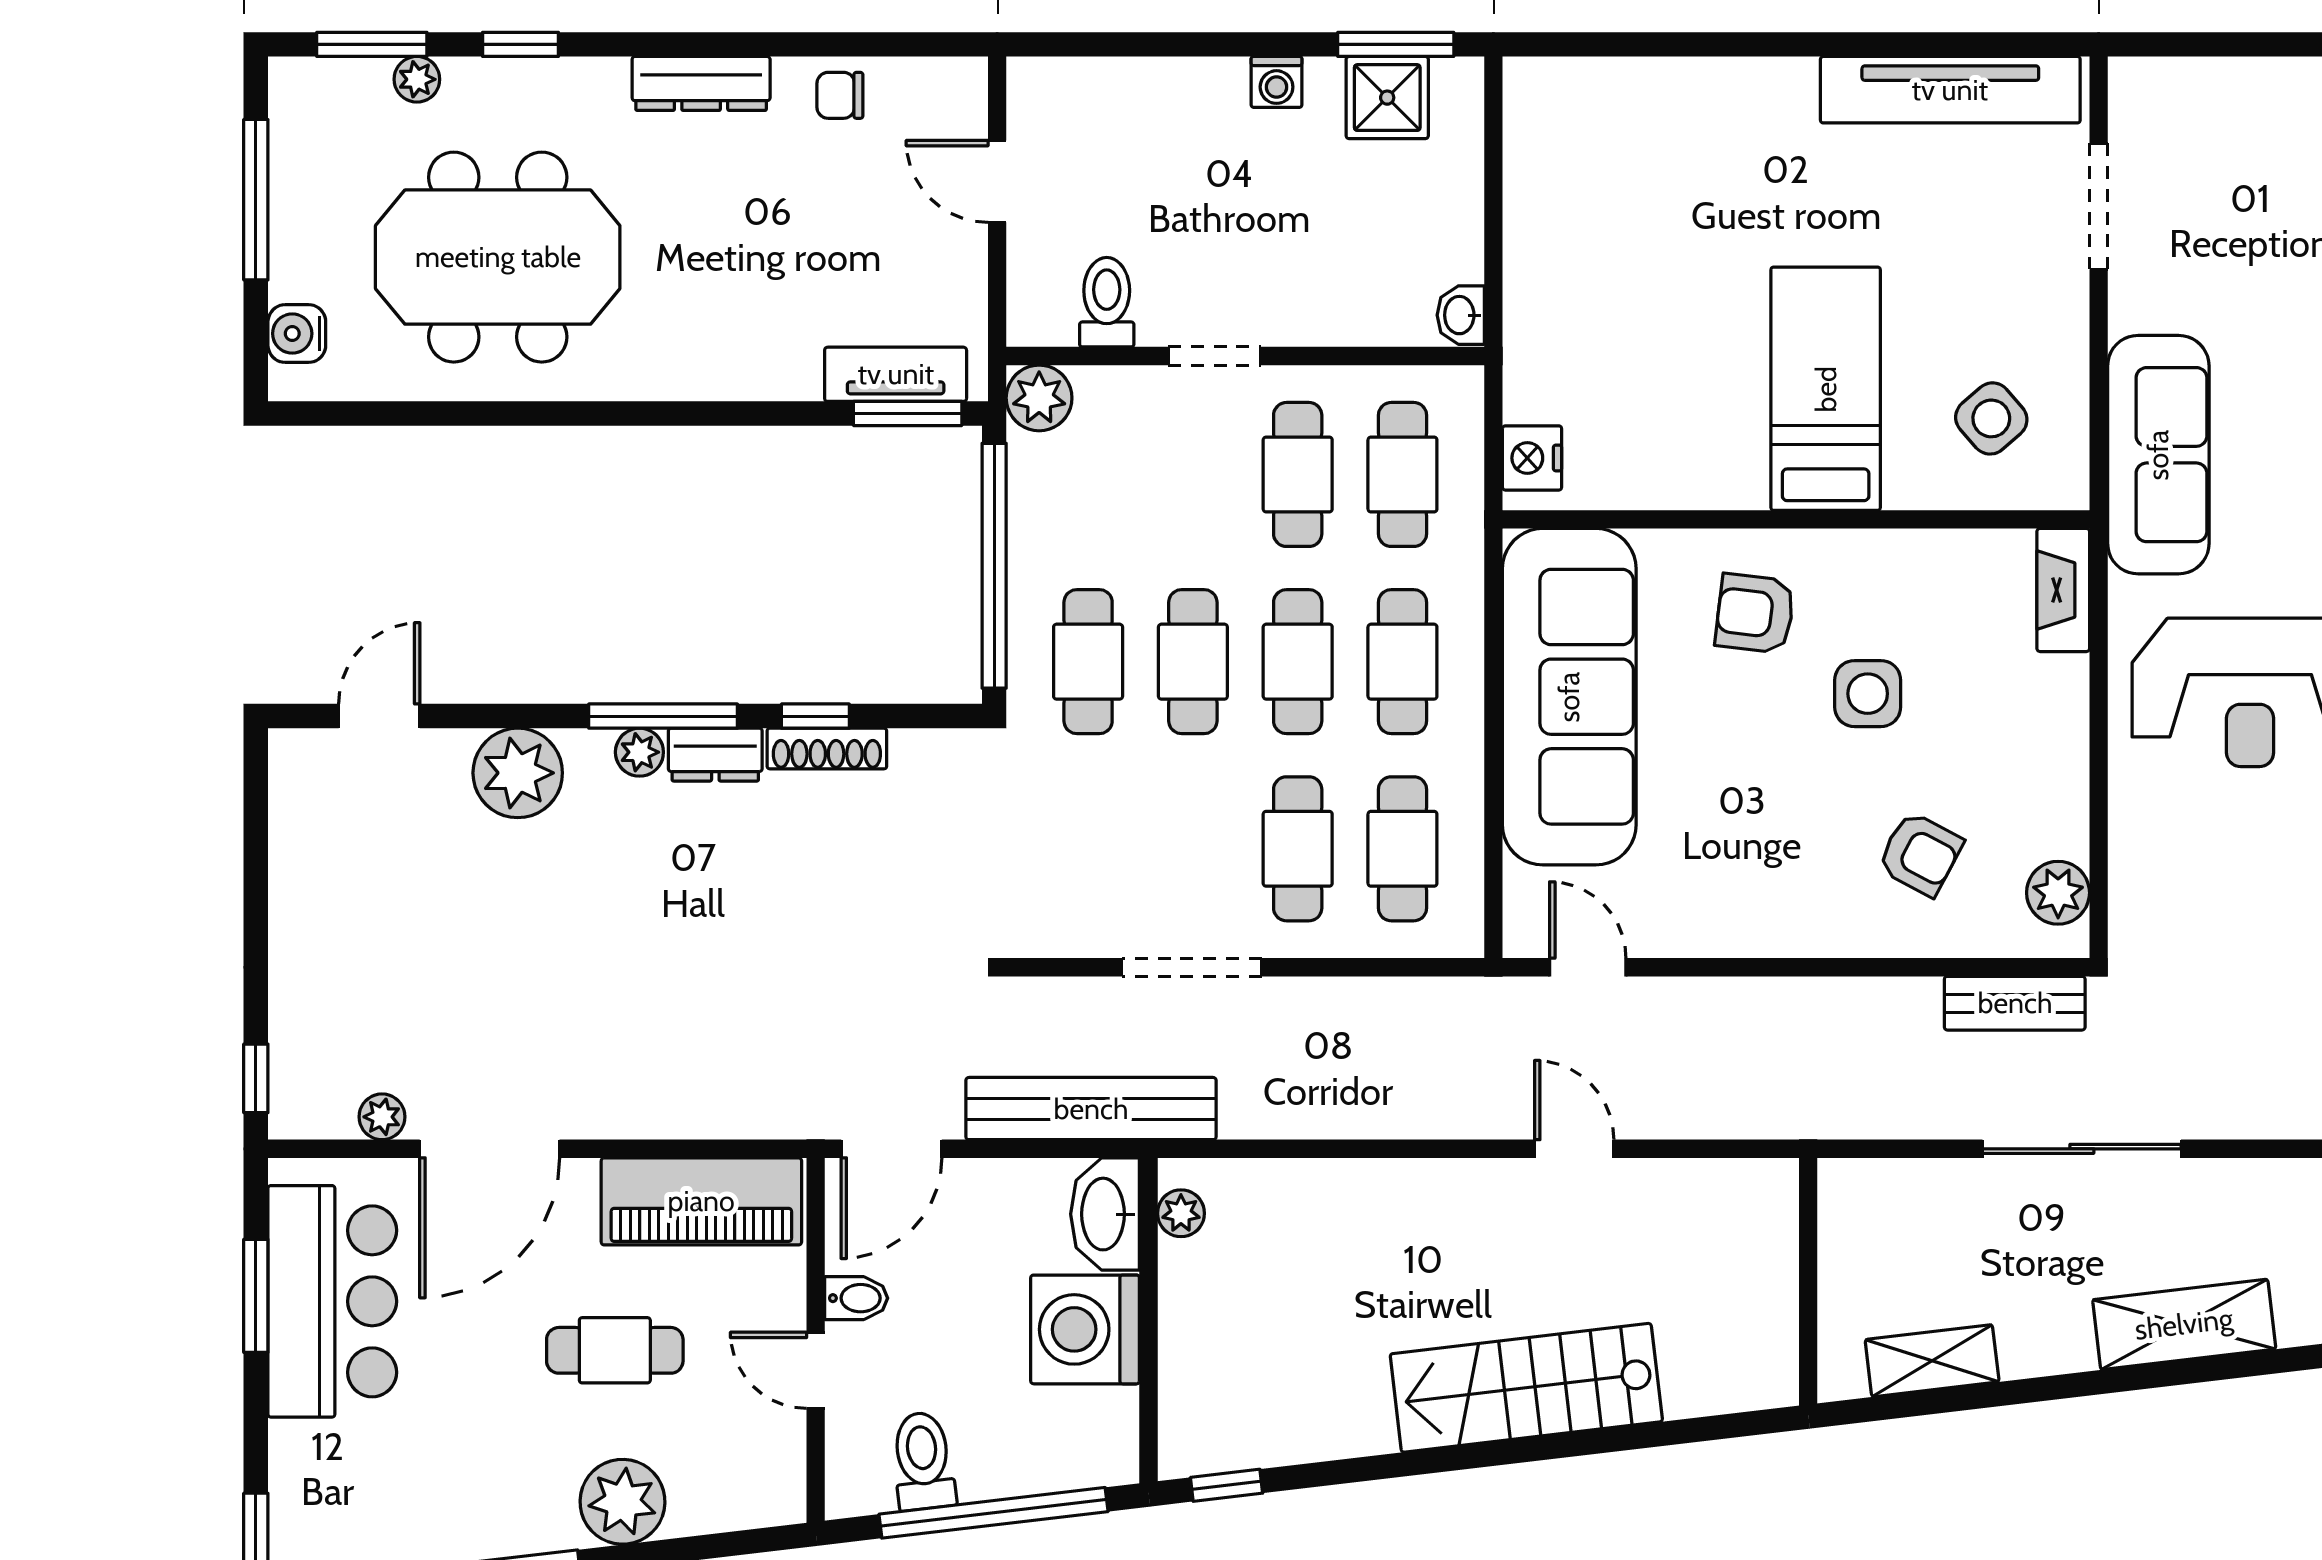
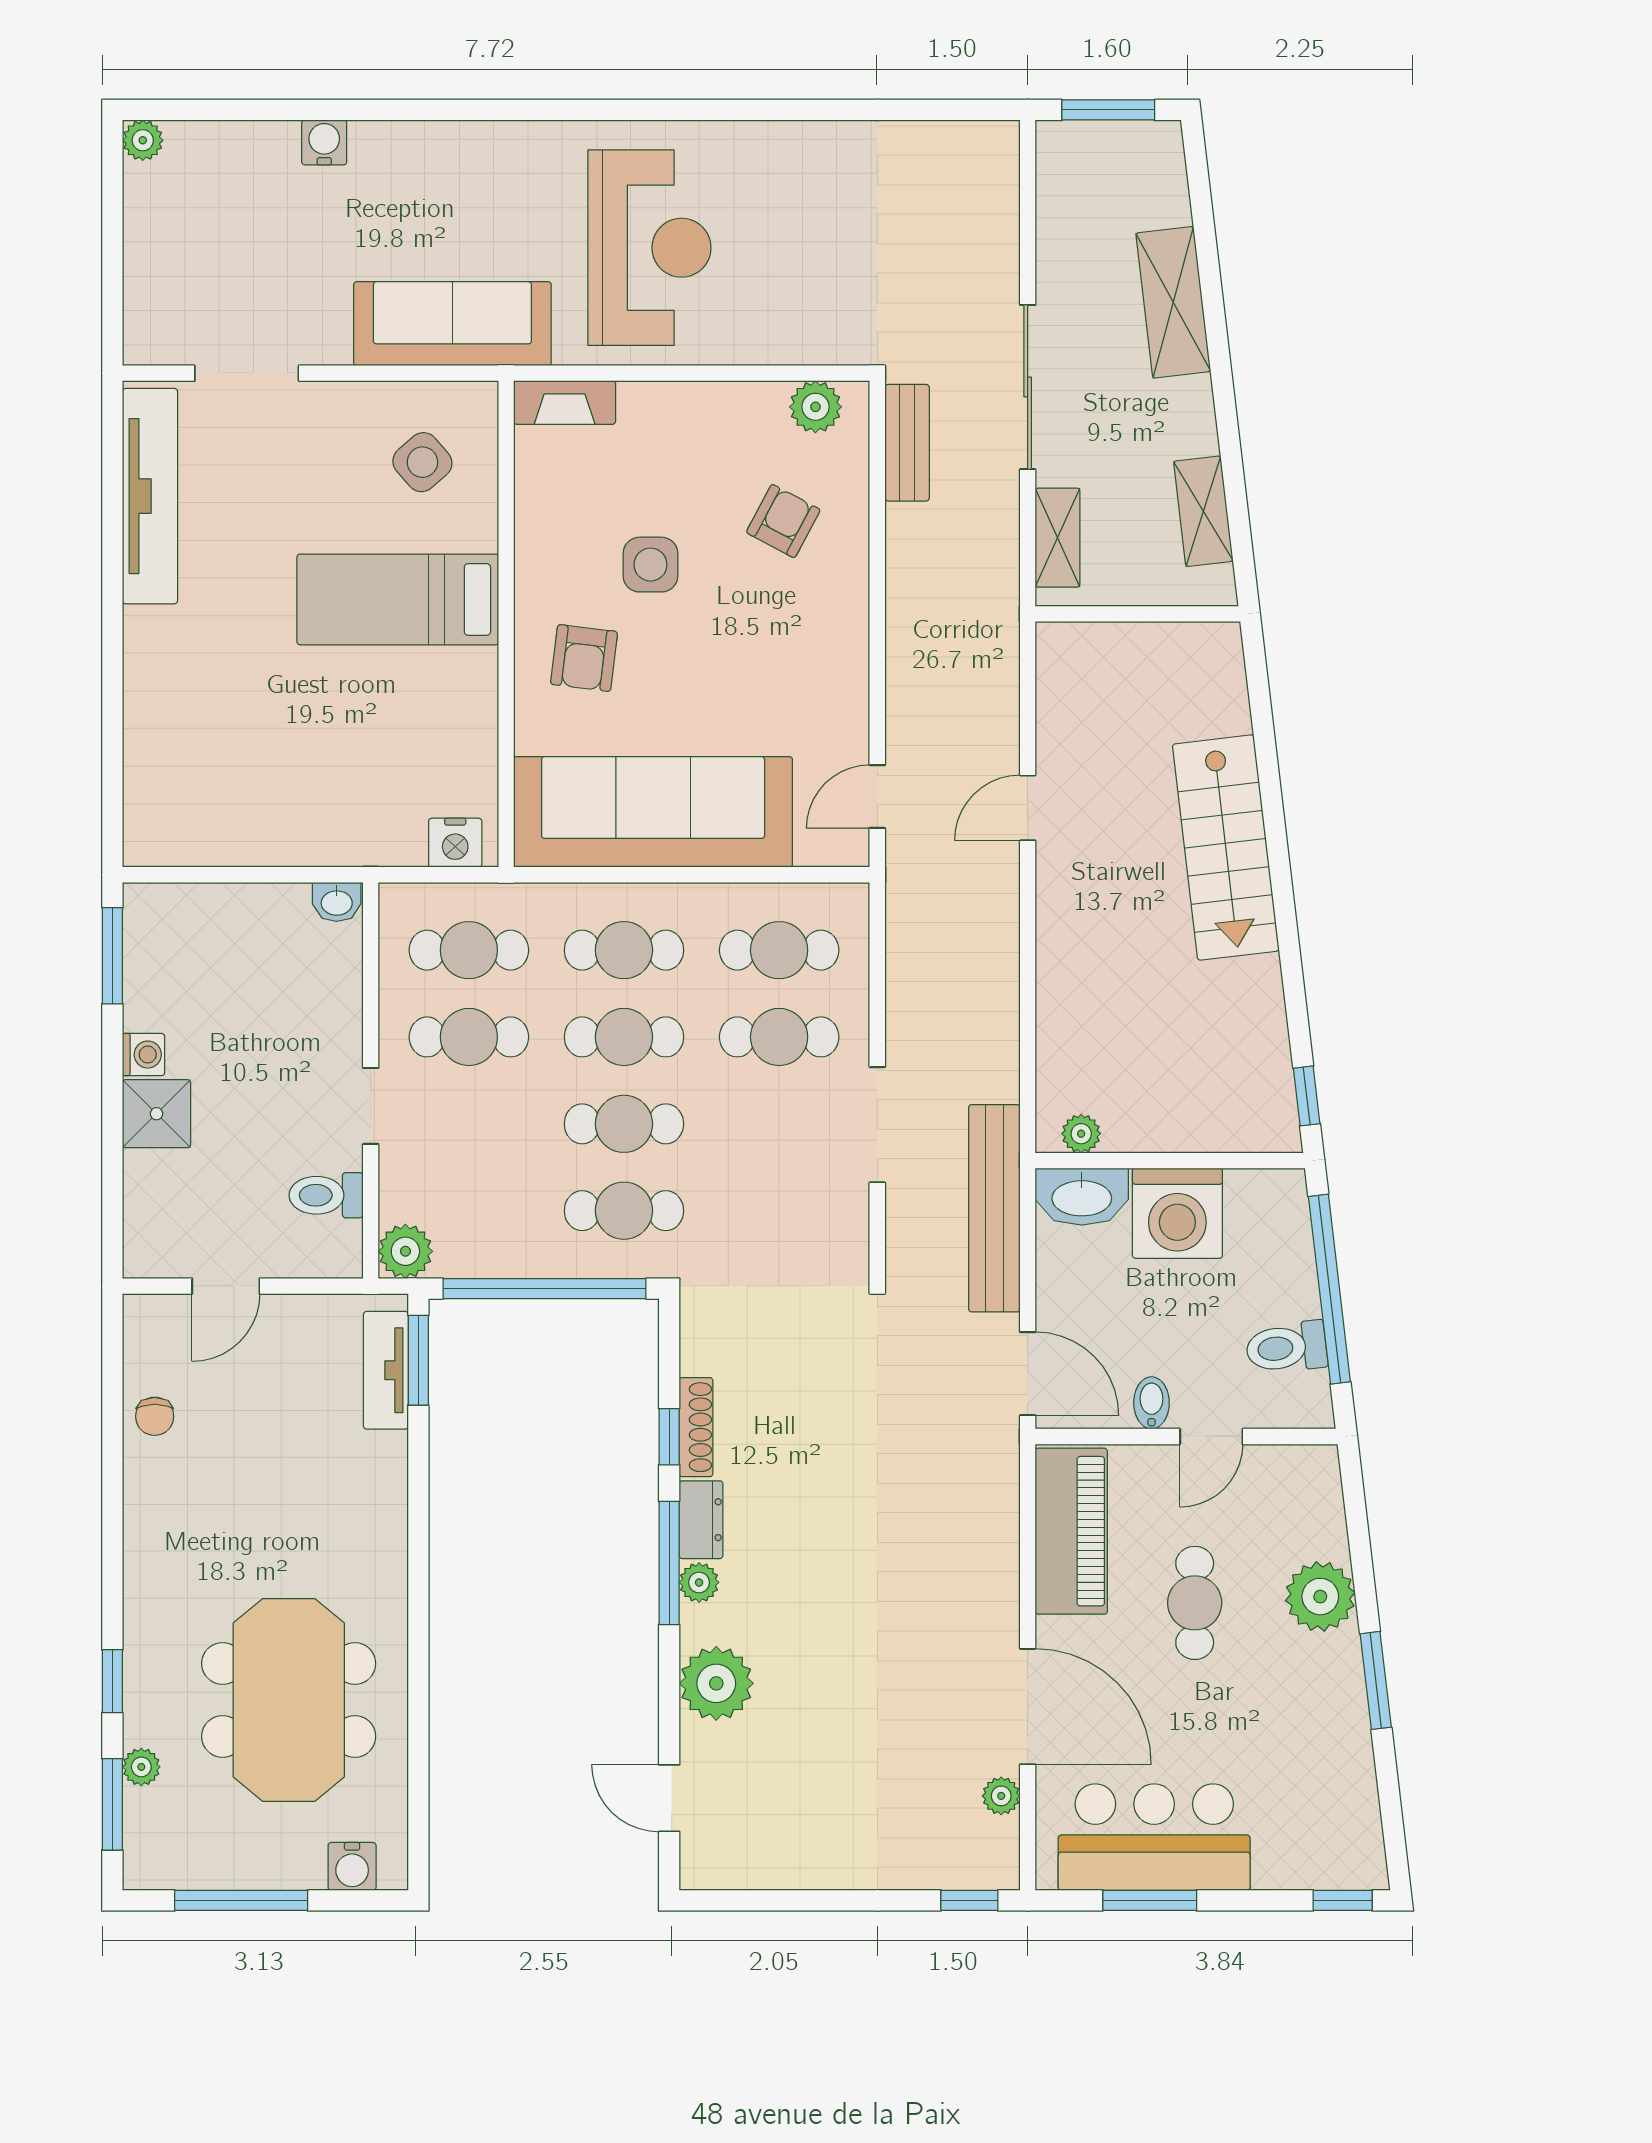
dresser: (701, 83) -> (145, 1531), removed
shower: (1387, 98) -> (156, 1114), moved
shelving: (1900, 1185) -> (1058, 538), added

